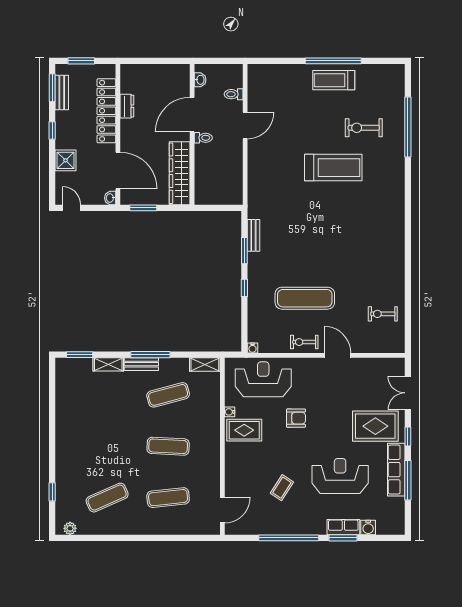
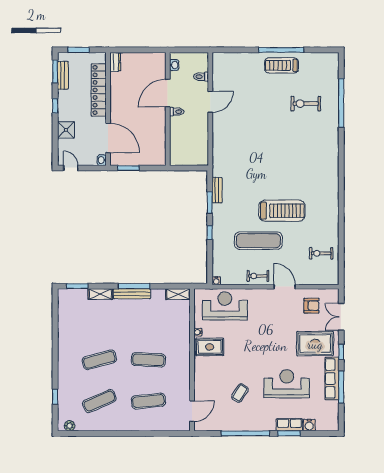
dresser: (127, 106) -> (115, 62), moved
treadmill: (333, 168) -> (282, 211), moved
wardrobe: (180, 173) -> (158, 140), removed
bench: (141, 364) -> (132, 294), width x1.36
exercise mat: (168, 395) -> (99, 360), moved
armchair: (296, 418) -> (311, 306), moved

